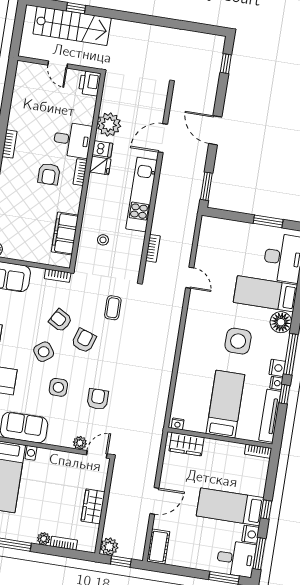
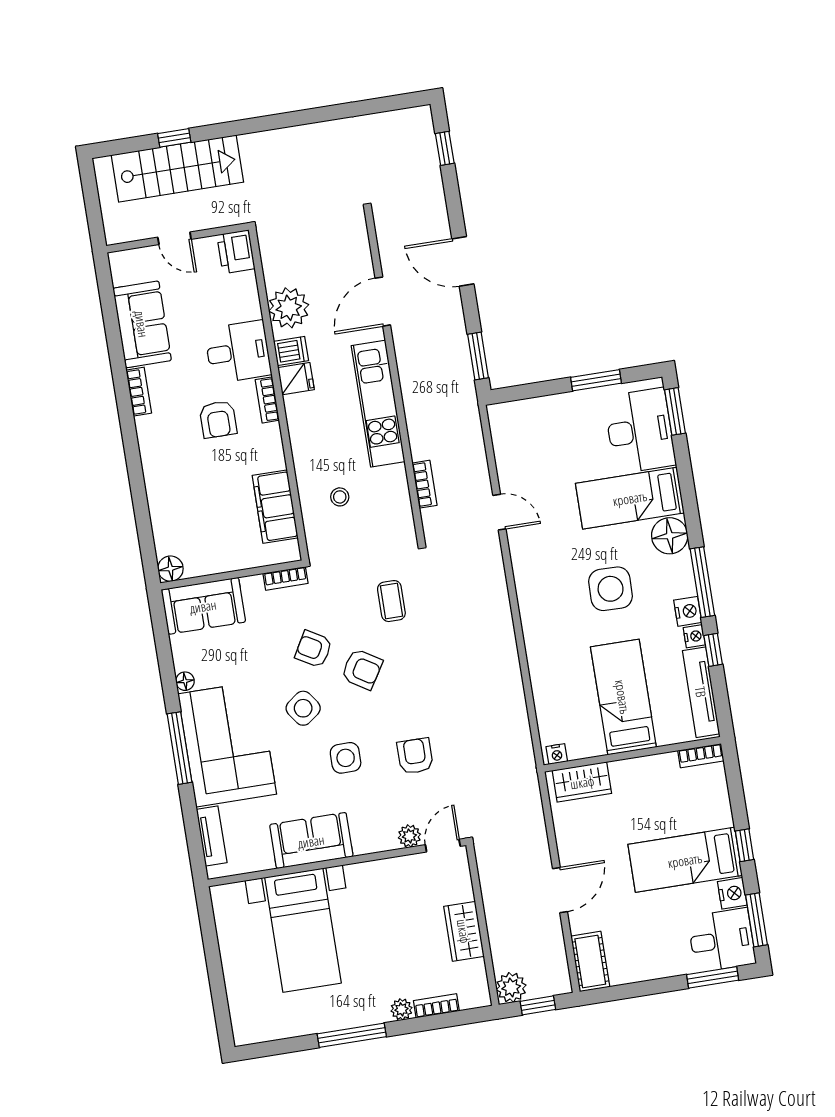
sofa: (24, 107) -> (142, 324), added
armchair: (84, 341) -> (362, 669), turned 104

